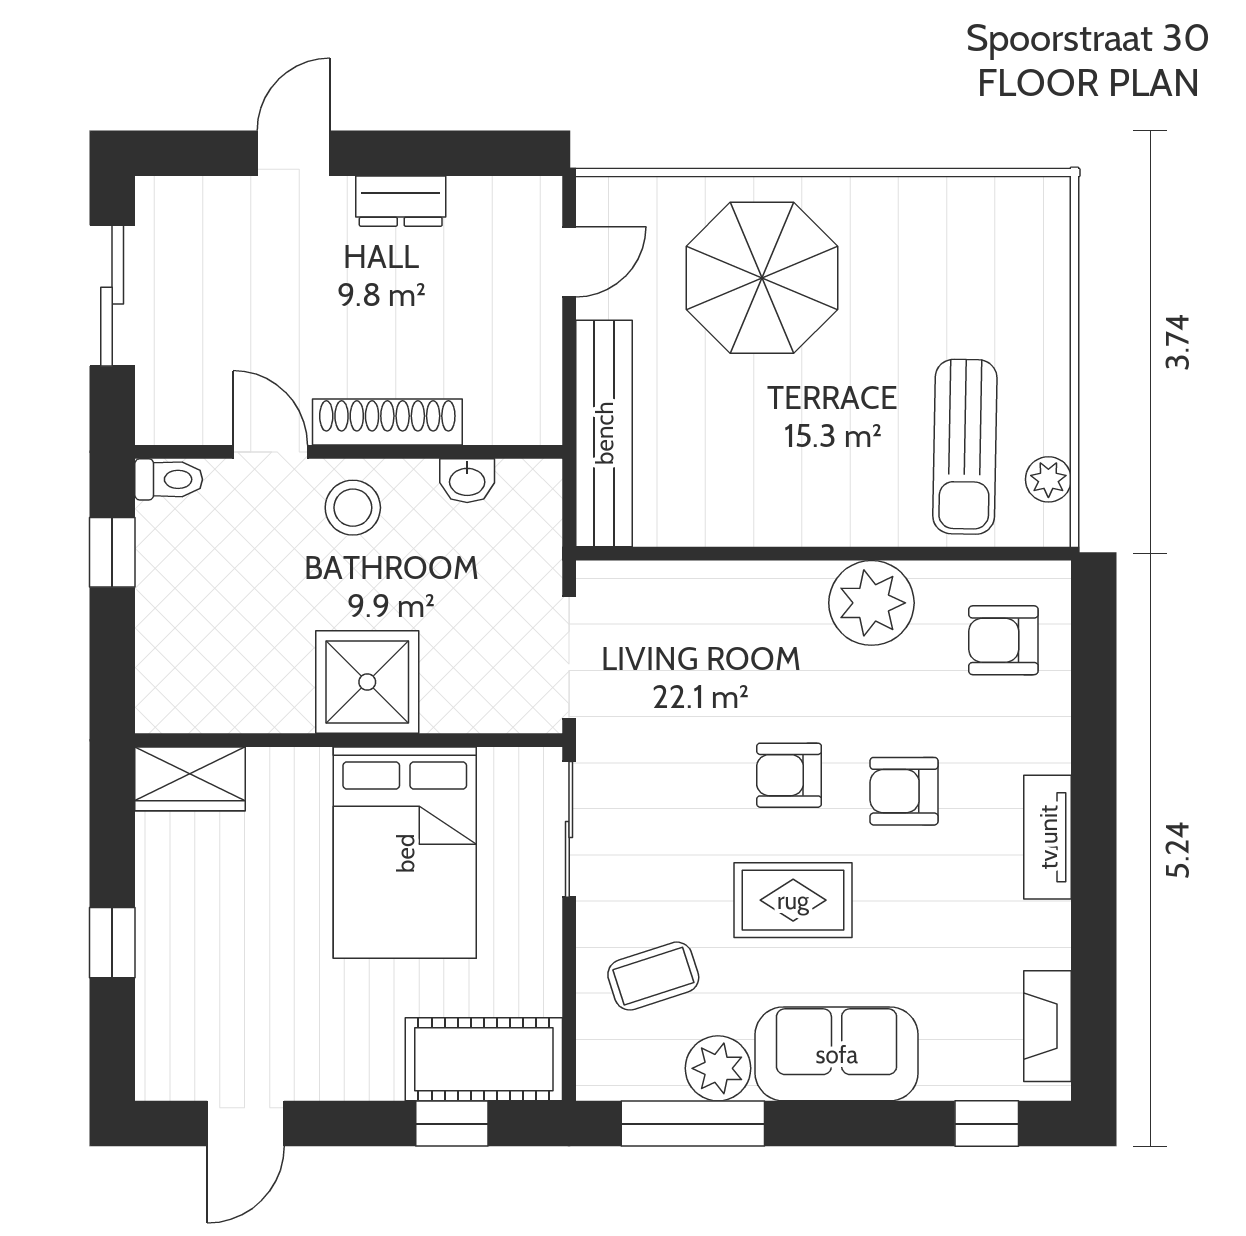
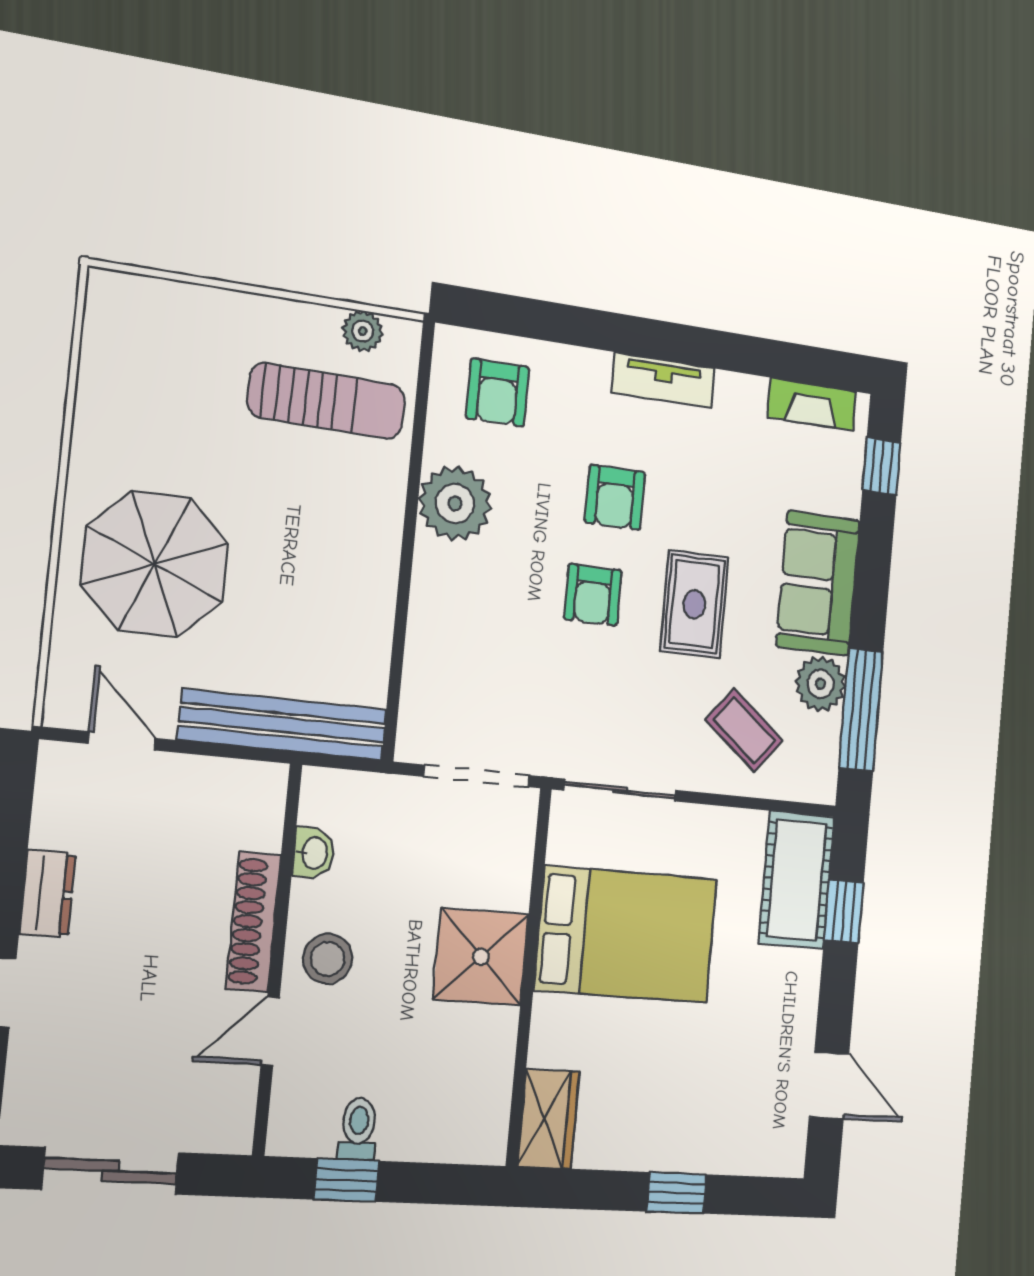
toilet: (169, 479) -> (358, 1129), moved
coffee table: (653, 976) -> (744, 730), turned -33

